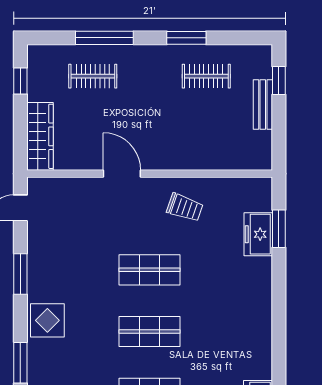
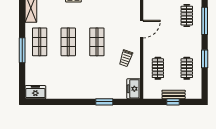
window: (279, 80) -> (173, 102), moved
clothes rail: (206, 138) -> (158, 68), added
window: (279, 229) -> (104, 102), moved
freezer: (258, 234) -> (134, 89), moved, turned -90

